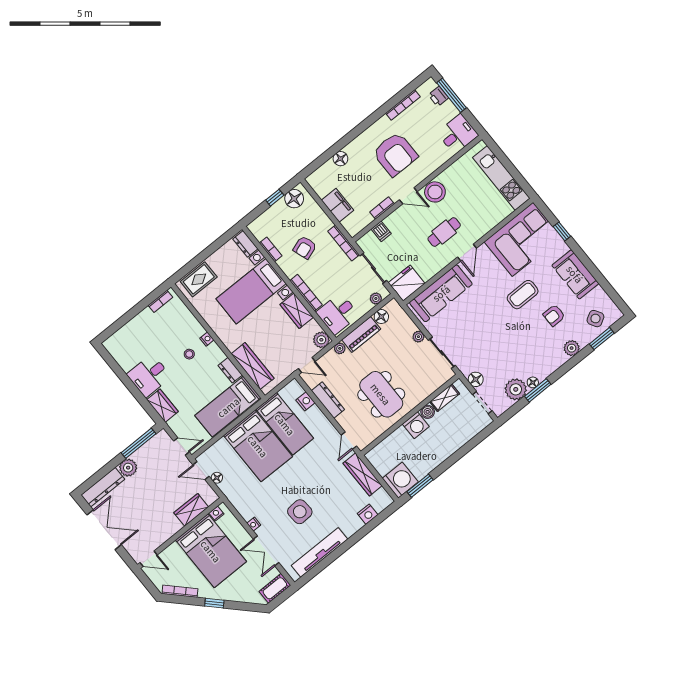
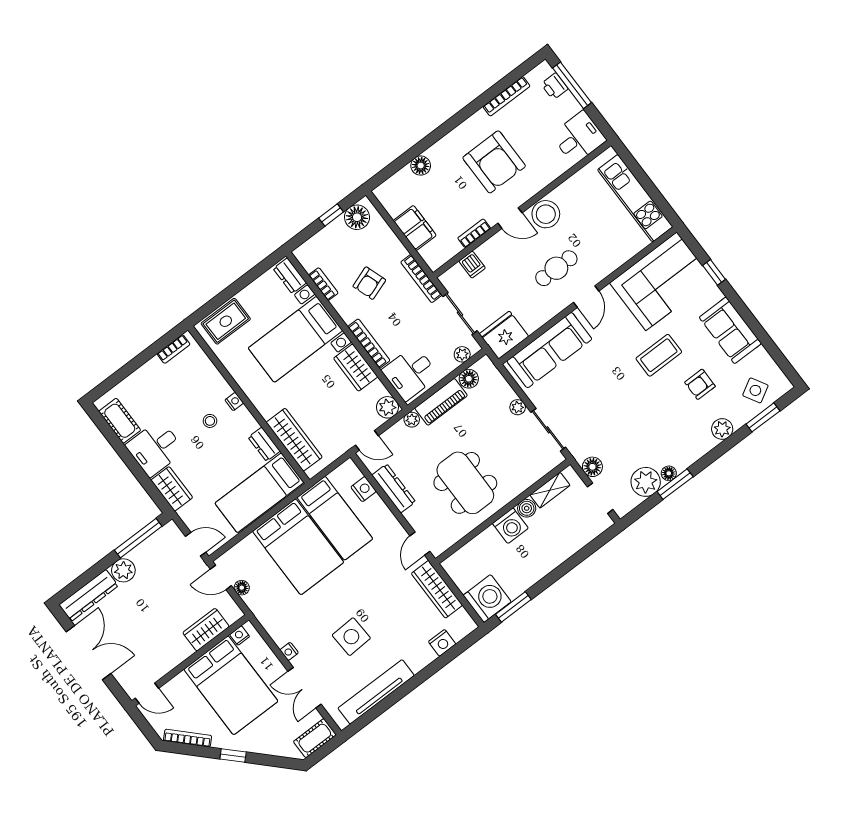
cot: (122, 356) -> (120, 421), added

